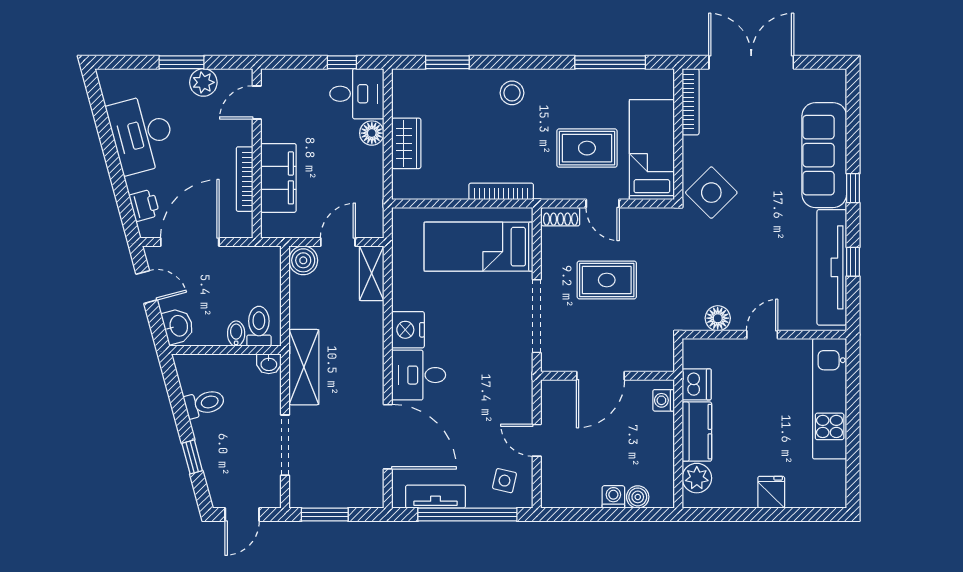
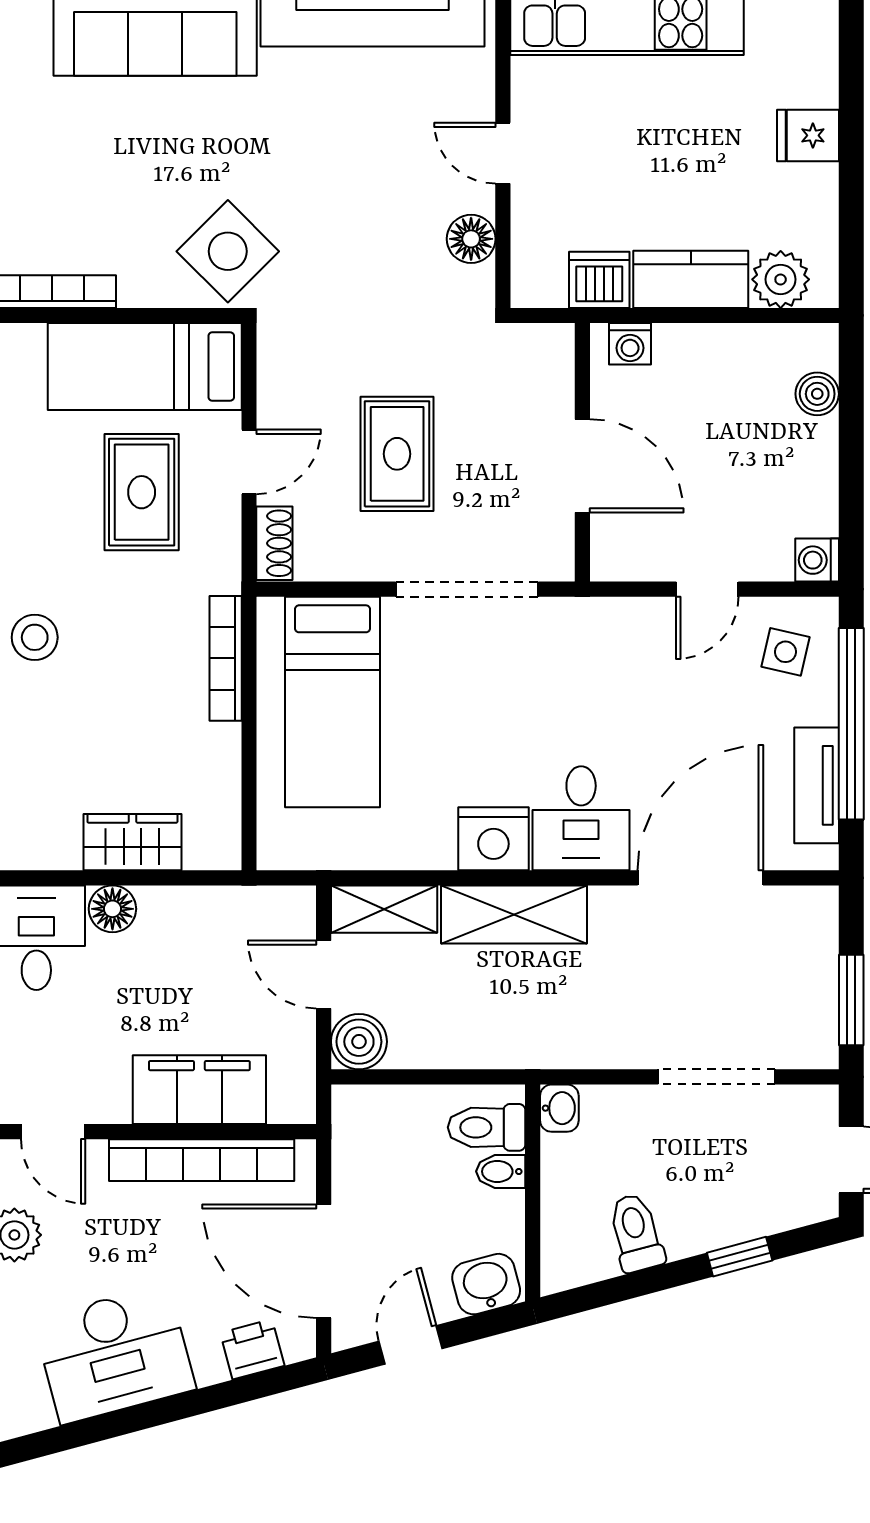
bookcase: (245, 179) -> (202, 1160), width x1.48, depth x1.31
shelving: (304, 367) -> (514, 914), moved
washing machine: (613, 497) -> (817, 560), moved

